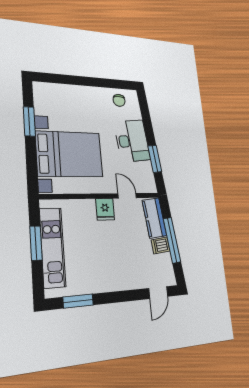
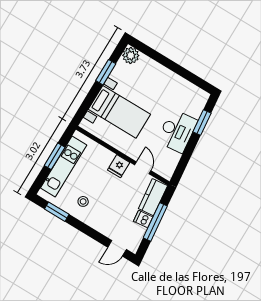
plant: (42, 91) -> (131, 55), added
chair: (119, 100) -> (189, 94), removed
bed with nightstands: (69, 154) -> (119, 112), width x0.73
window: (155, 159) -> (202, 123), moved
stool: (96, 270) -> (83, 201), added

